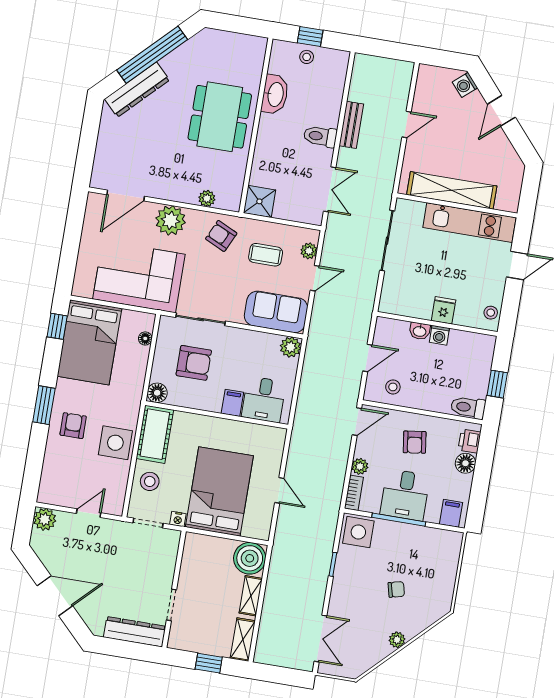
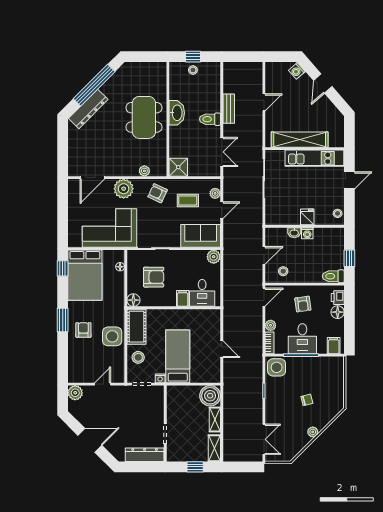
washbasin: (275, 94) -> (177, 113), moved
bed: (219, 491) -> (178, 356), width x0.67

